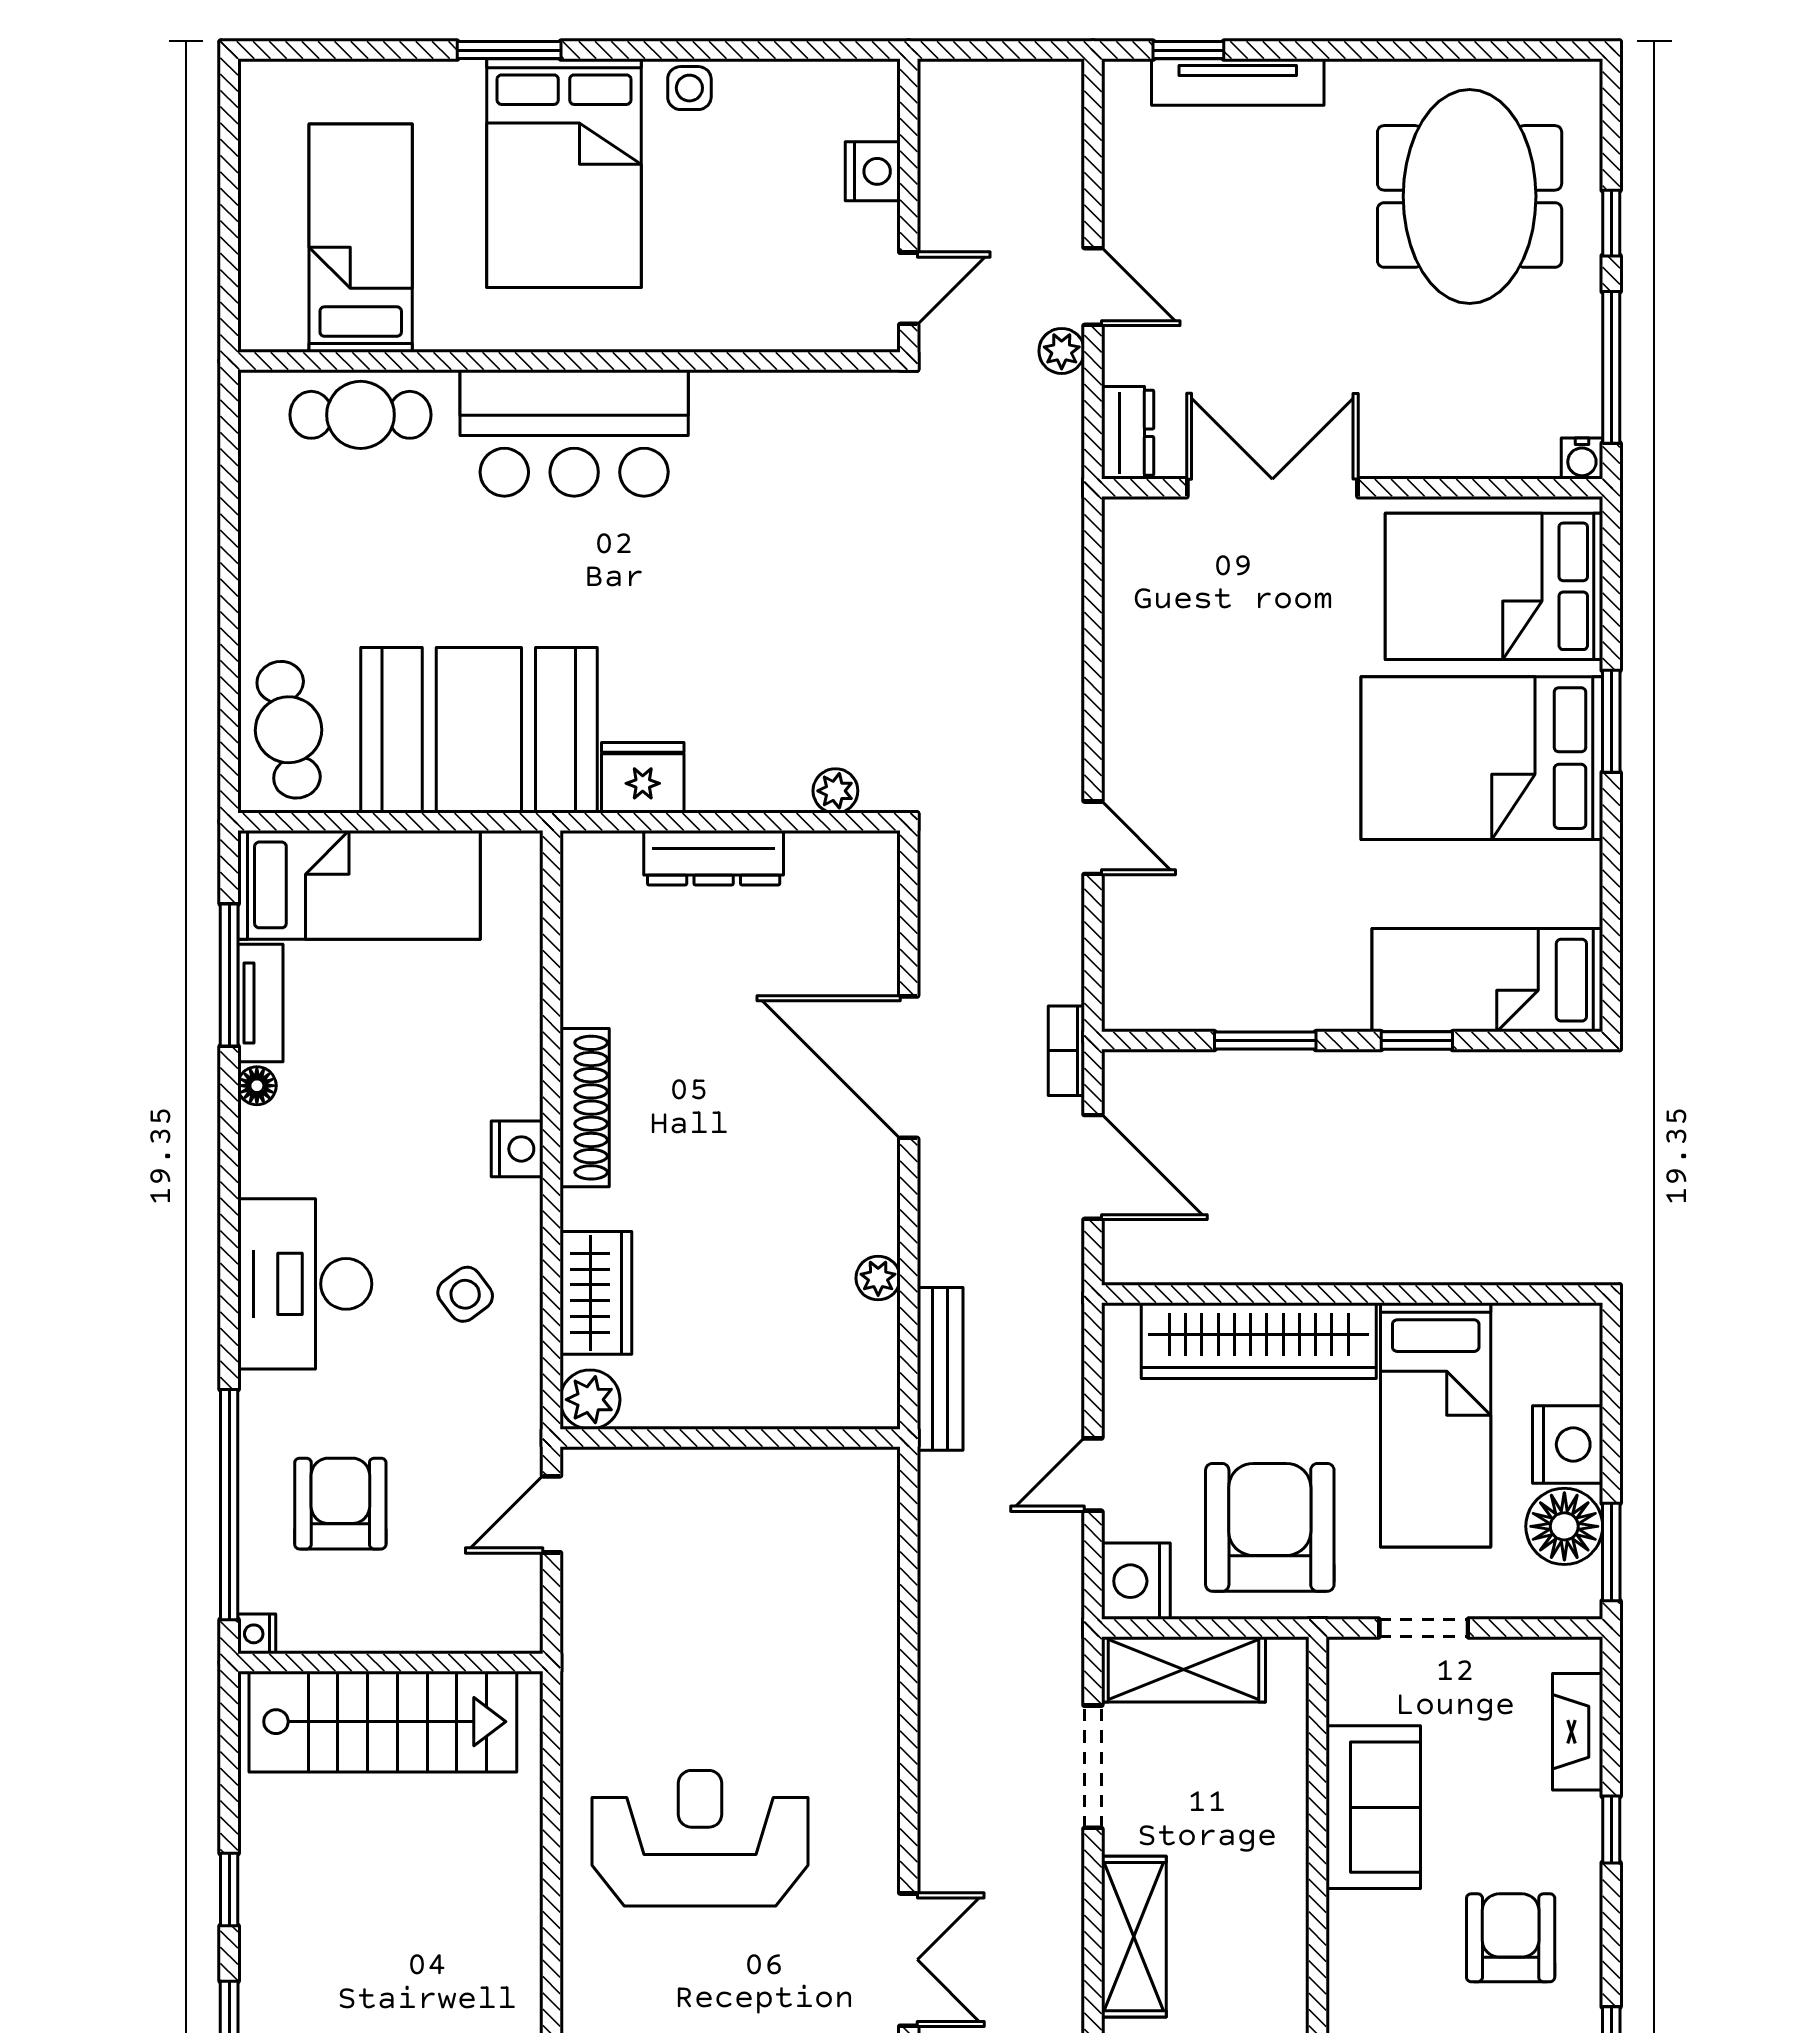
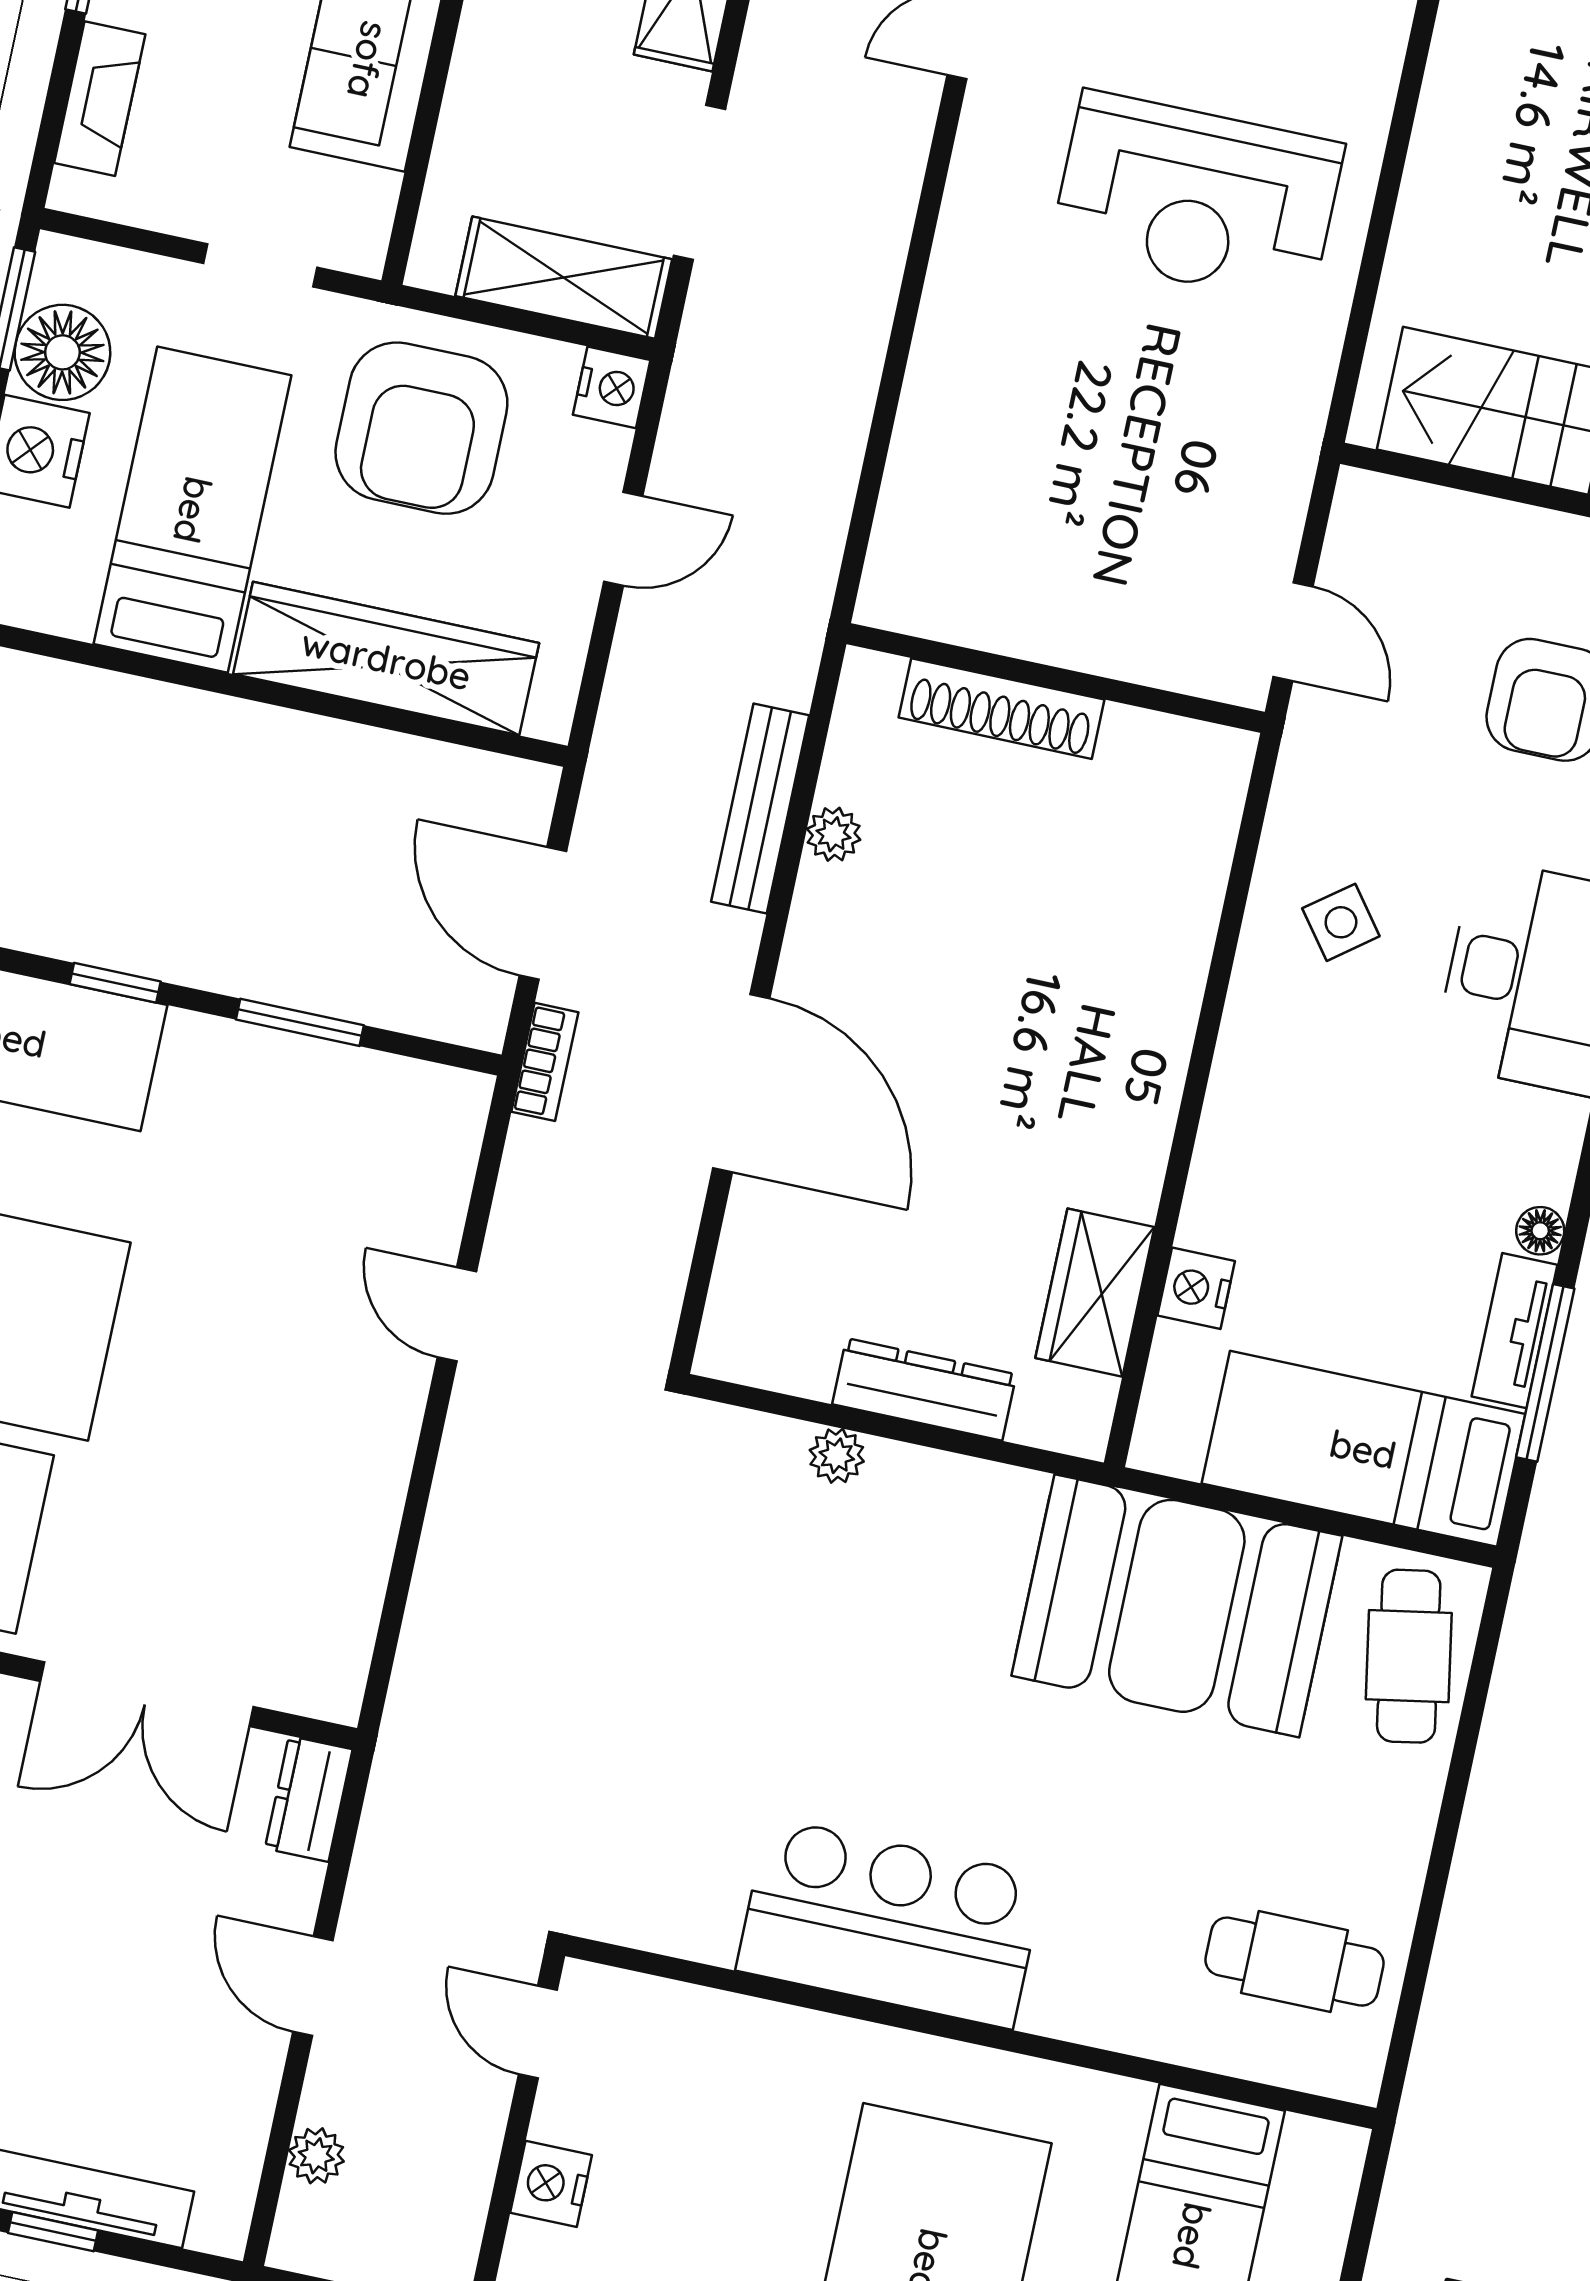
window: (1188, 50) -> (53, 2232), moved
door: (909, 288) -> (538, 2032), hinge flipped
plant: (1062, 351) -> (316, 2156), moved
cafe table: (361, 415) -> (1295, 1962), moved
bar counter: (574, 433) -> (890, 1923), moved
fridge: (643, 778) -> (990, 1505), removed
plant: (835, 791) -> (837, 1456), moved
shoe rack: (585, 1108) -> (1001, 709), moved, turned -90
nightstand: (517, 1149) -> (1196, 1288), moved
wardrobe: (596, 1293) -> (1095, 1293), moved
bench: (940, 1369) -> (760, 809), moved
plant: (590, 1400) -> (1216, 761), removed
door: (552, 1514) -> (1293, 632), hinge flipped
nightstand: (1136, 1581) -> (612, 387), width x0.74, depth x0.75

